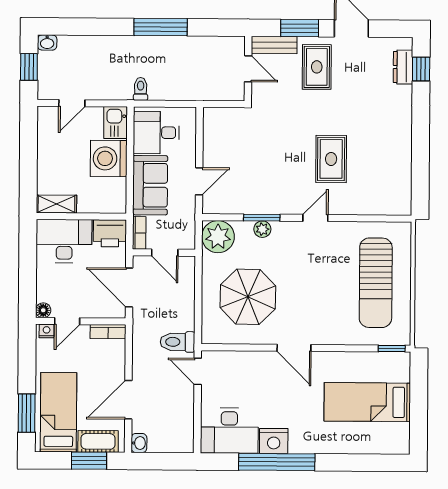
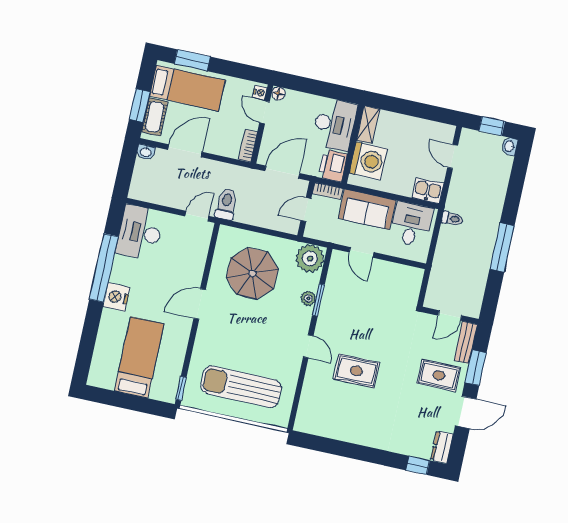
dresser: (403, 67) -> (442, 447), moved, turned -90
washing machine: (109, 158) -> (368, 161), moved, turned 90
door: (128, 400) -> (185, 151), hinge flipped
nightstand: (274, 441) -> (117, 297), moved

